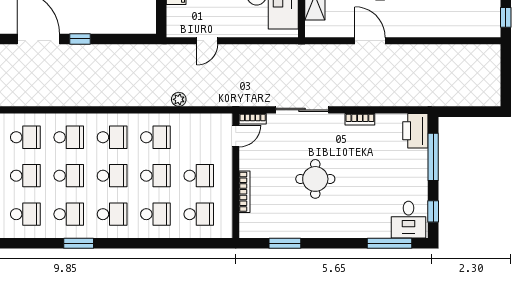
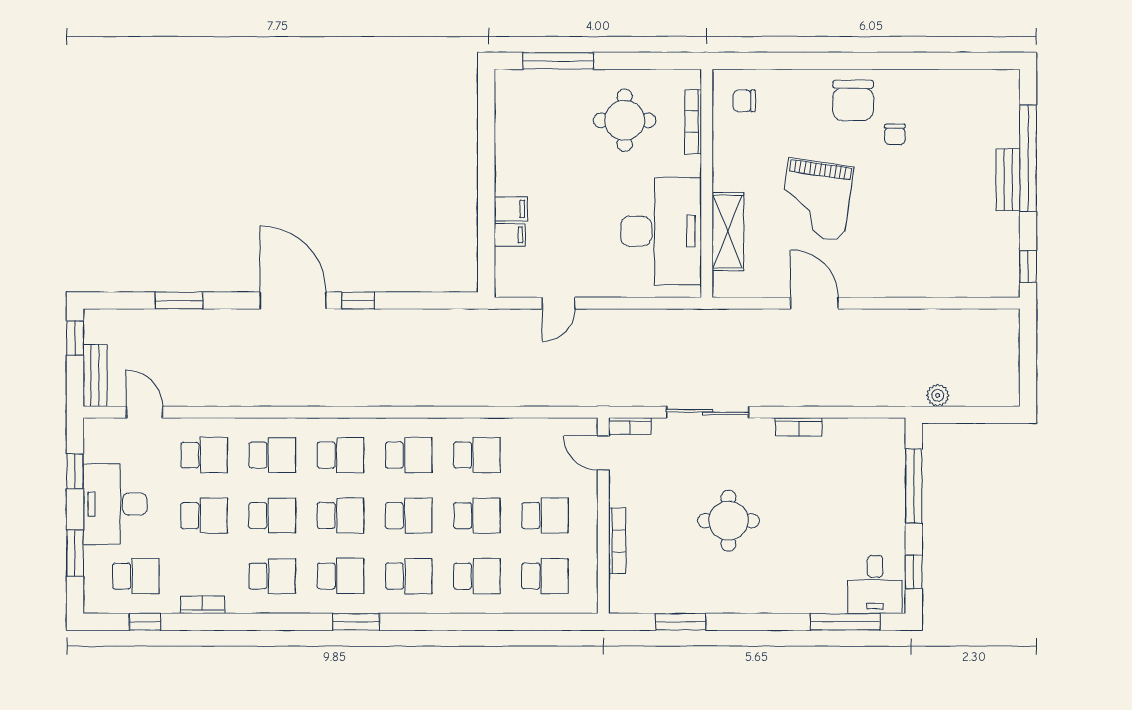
plant: (179, 99) -> (938, 395), moved
printer: (415, 131) -> (886, 445), removed
door: (236, 136) -> (603, 453), swing flipped

